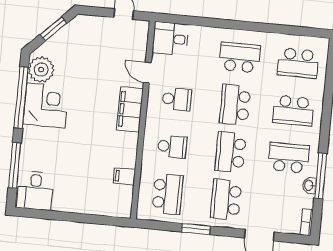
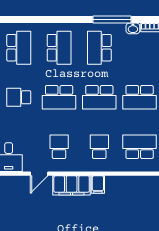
school desk: (240, 57) -> (19, 97), width x0.54
filing cabinet: (124, 176) -> (98, 184), moved
washbasin: (309, 185) -> (133, 28), moved

